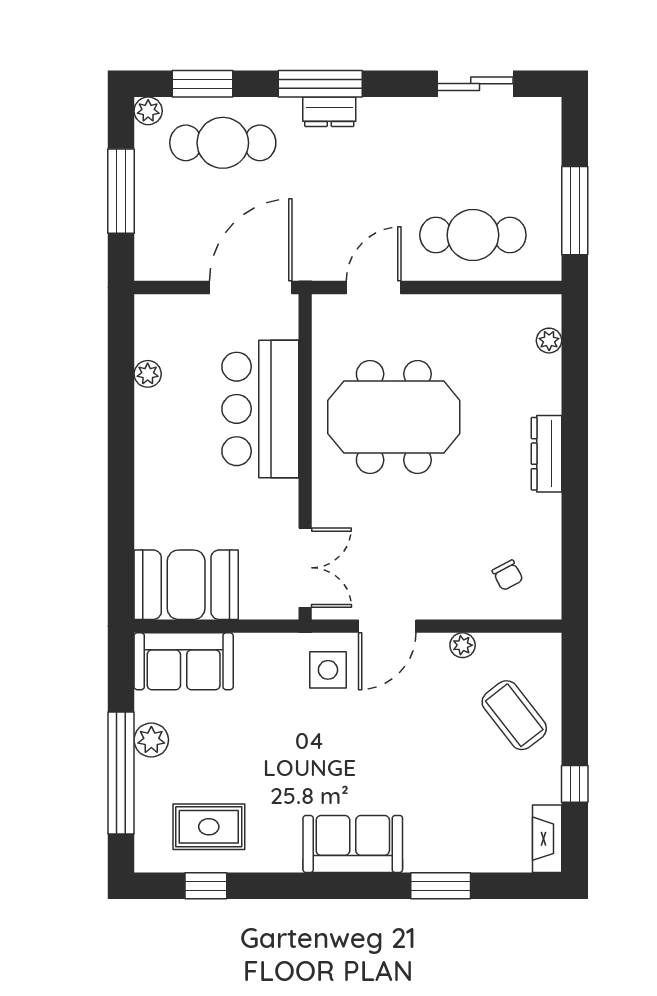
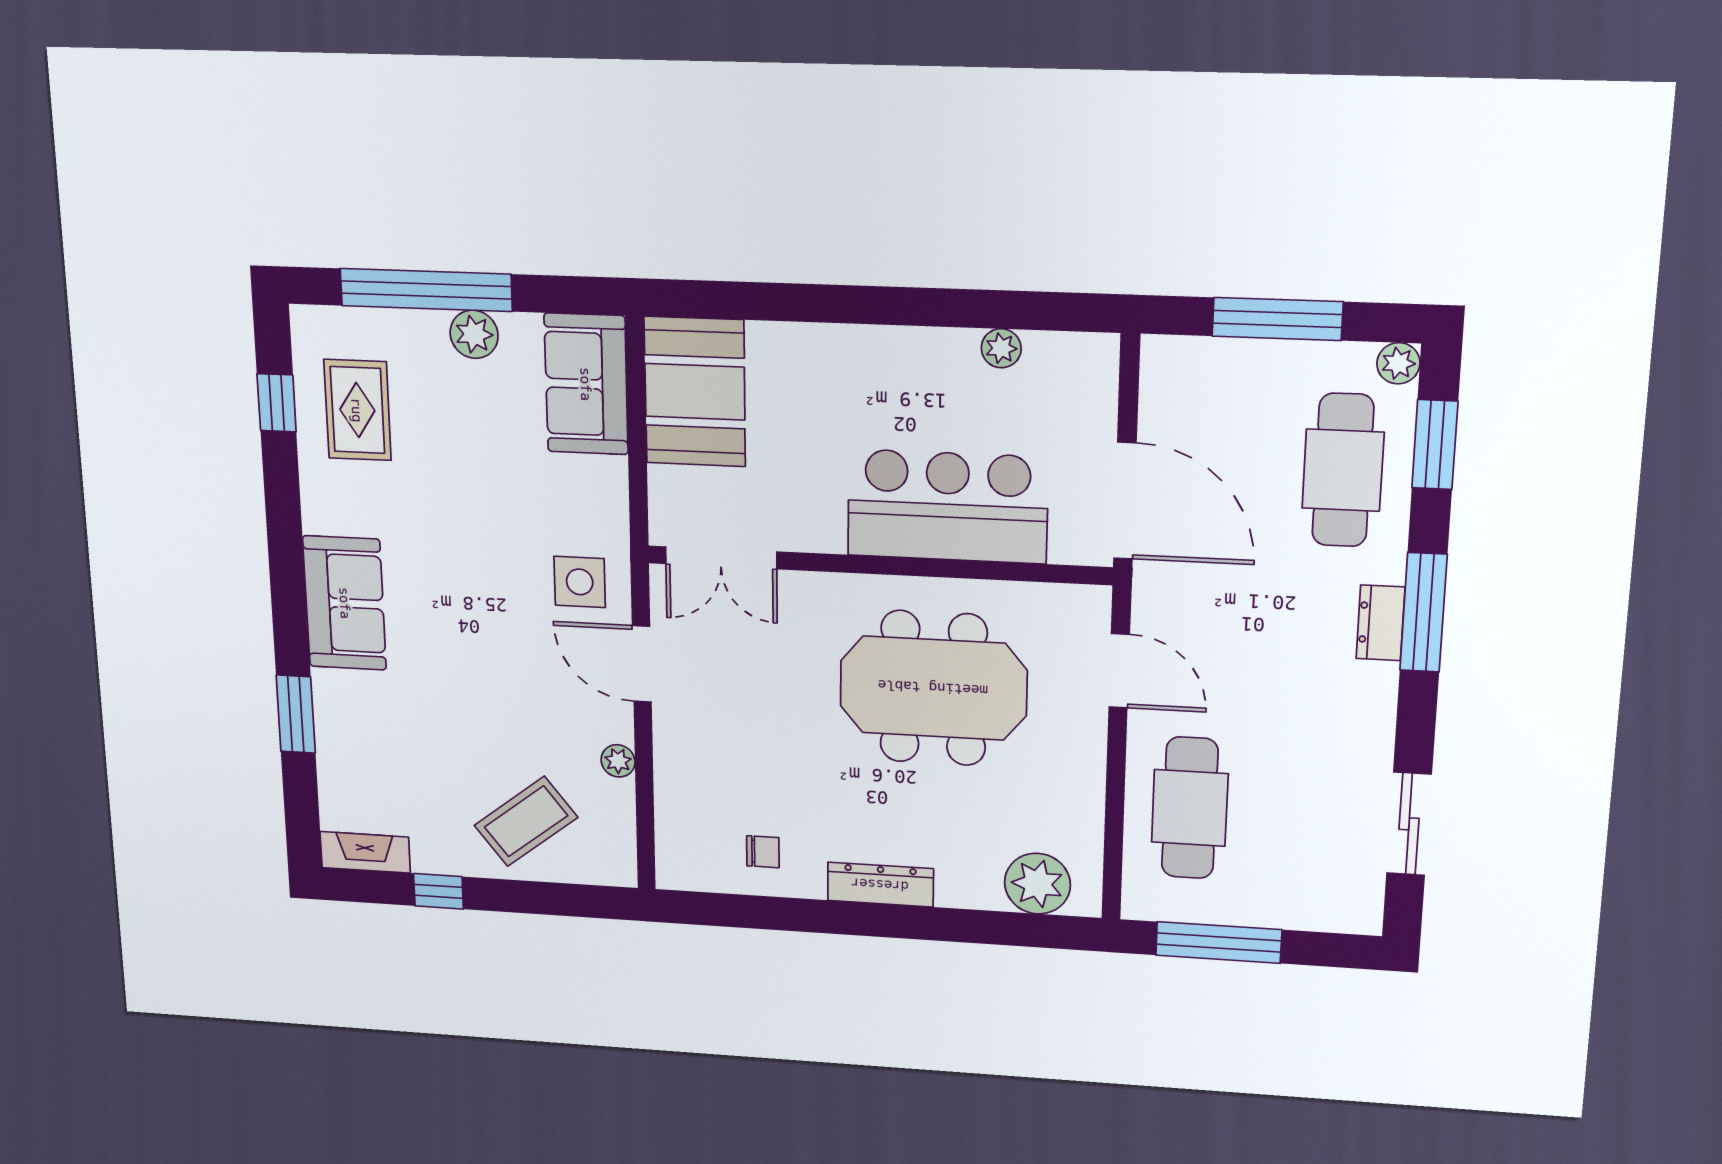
plant: (549, 341) -> (1037, 884), width x1.87, depth x1.87
meeting table: (394, 417) -> (933, 688), turned 90
chair: (508, 575) -> (763, 852), moved, turned -152

